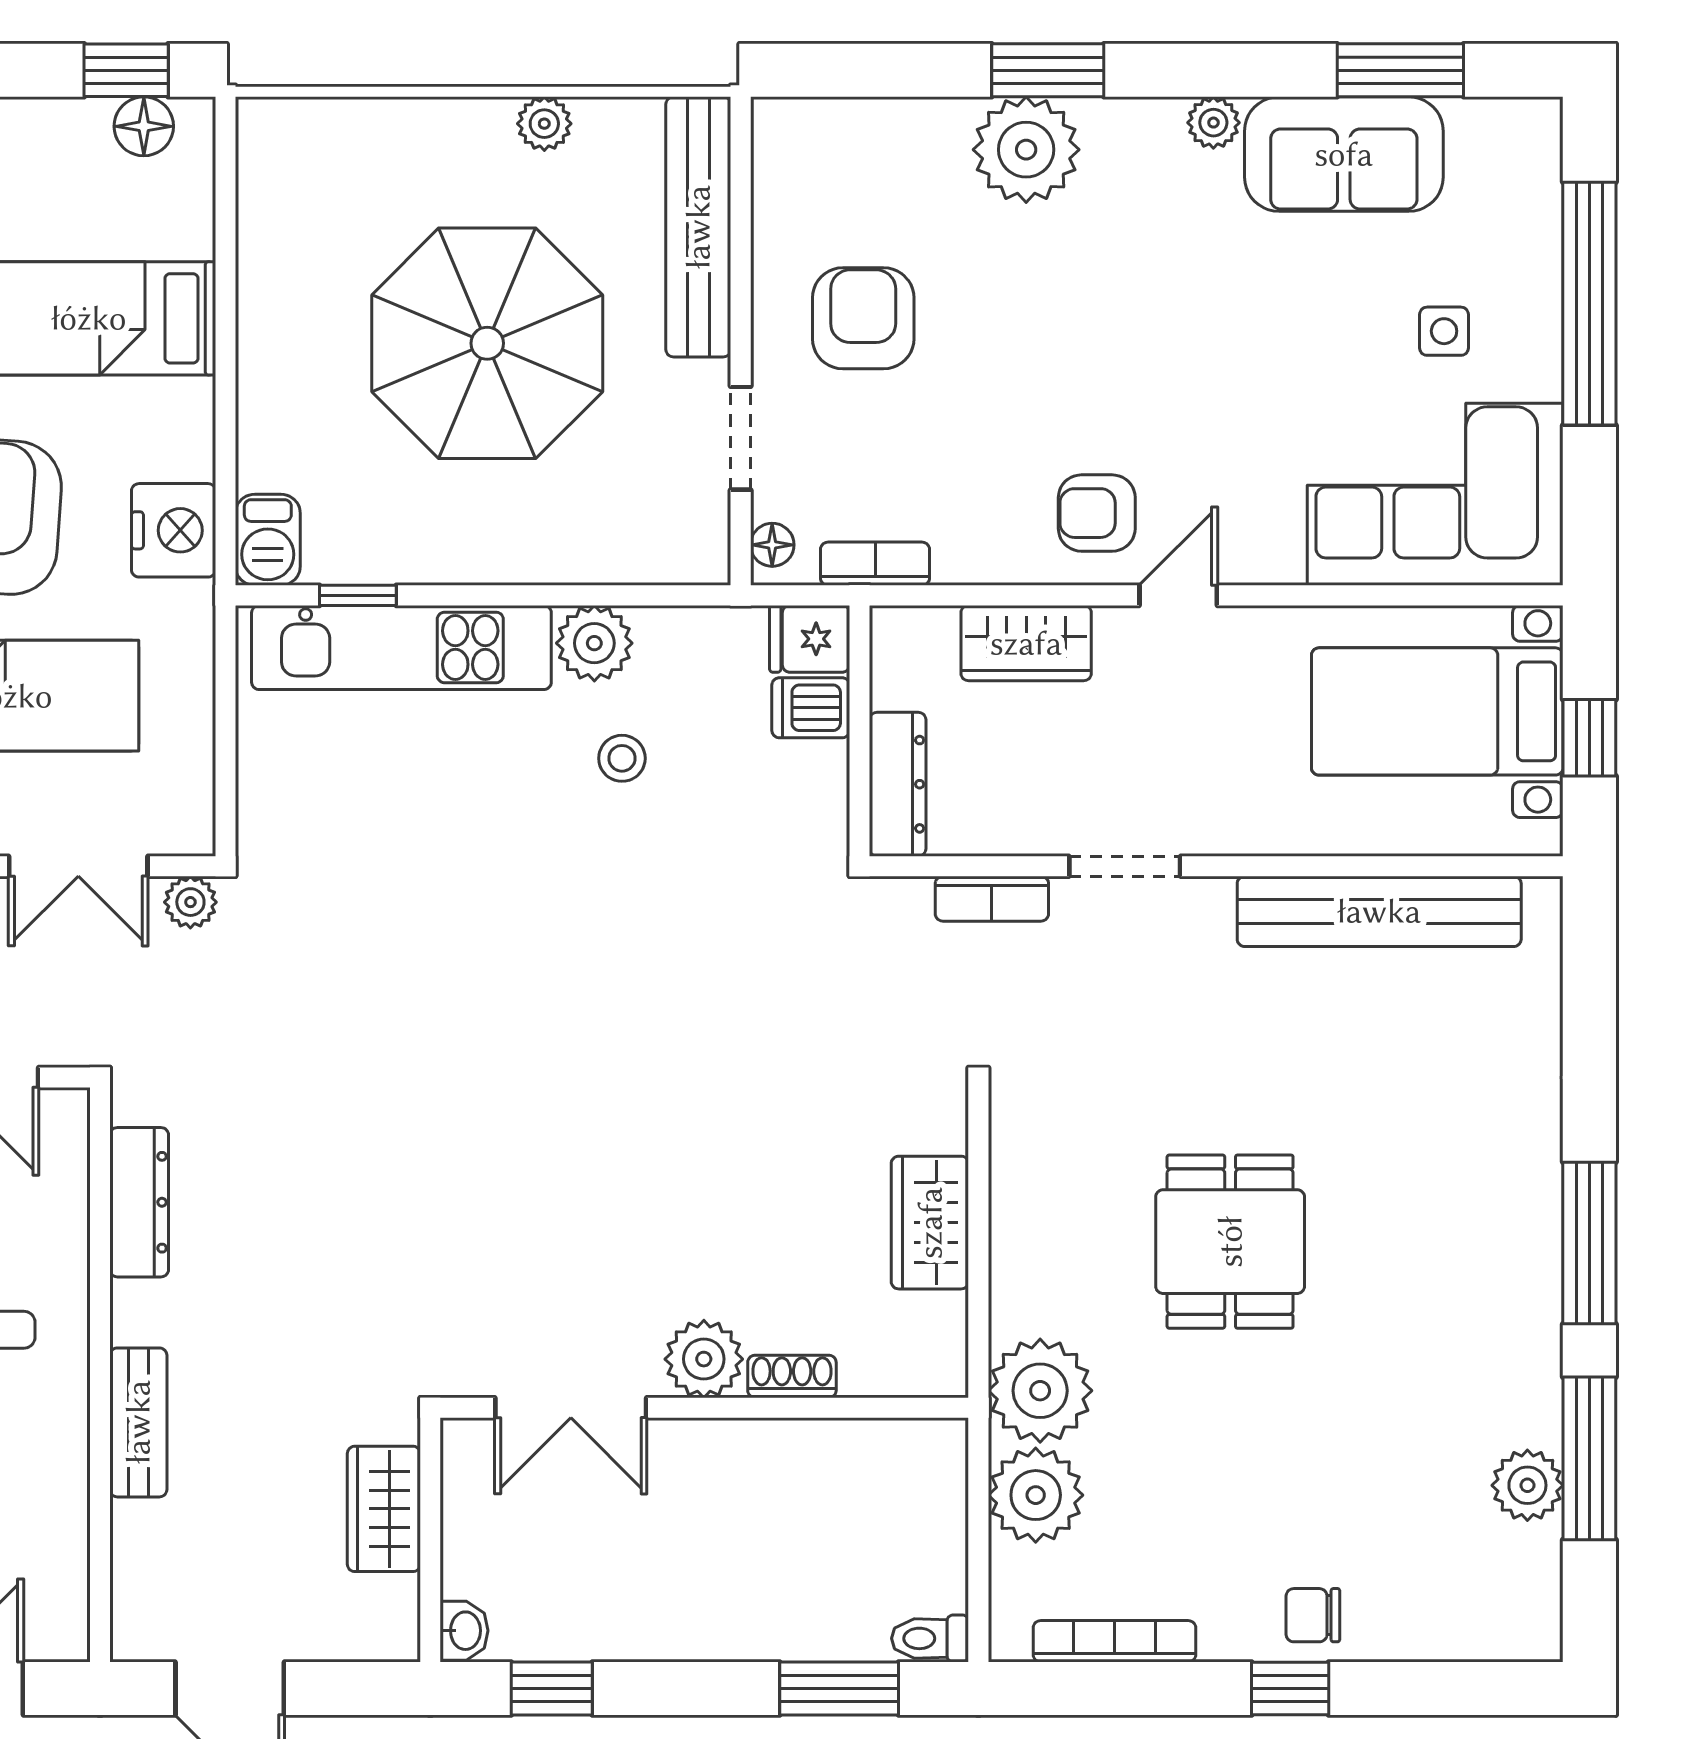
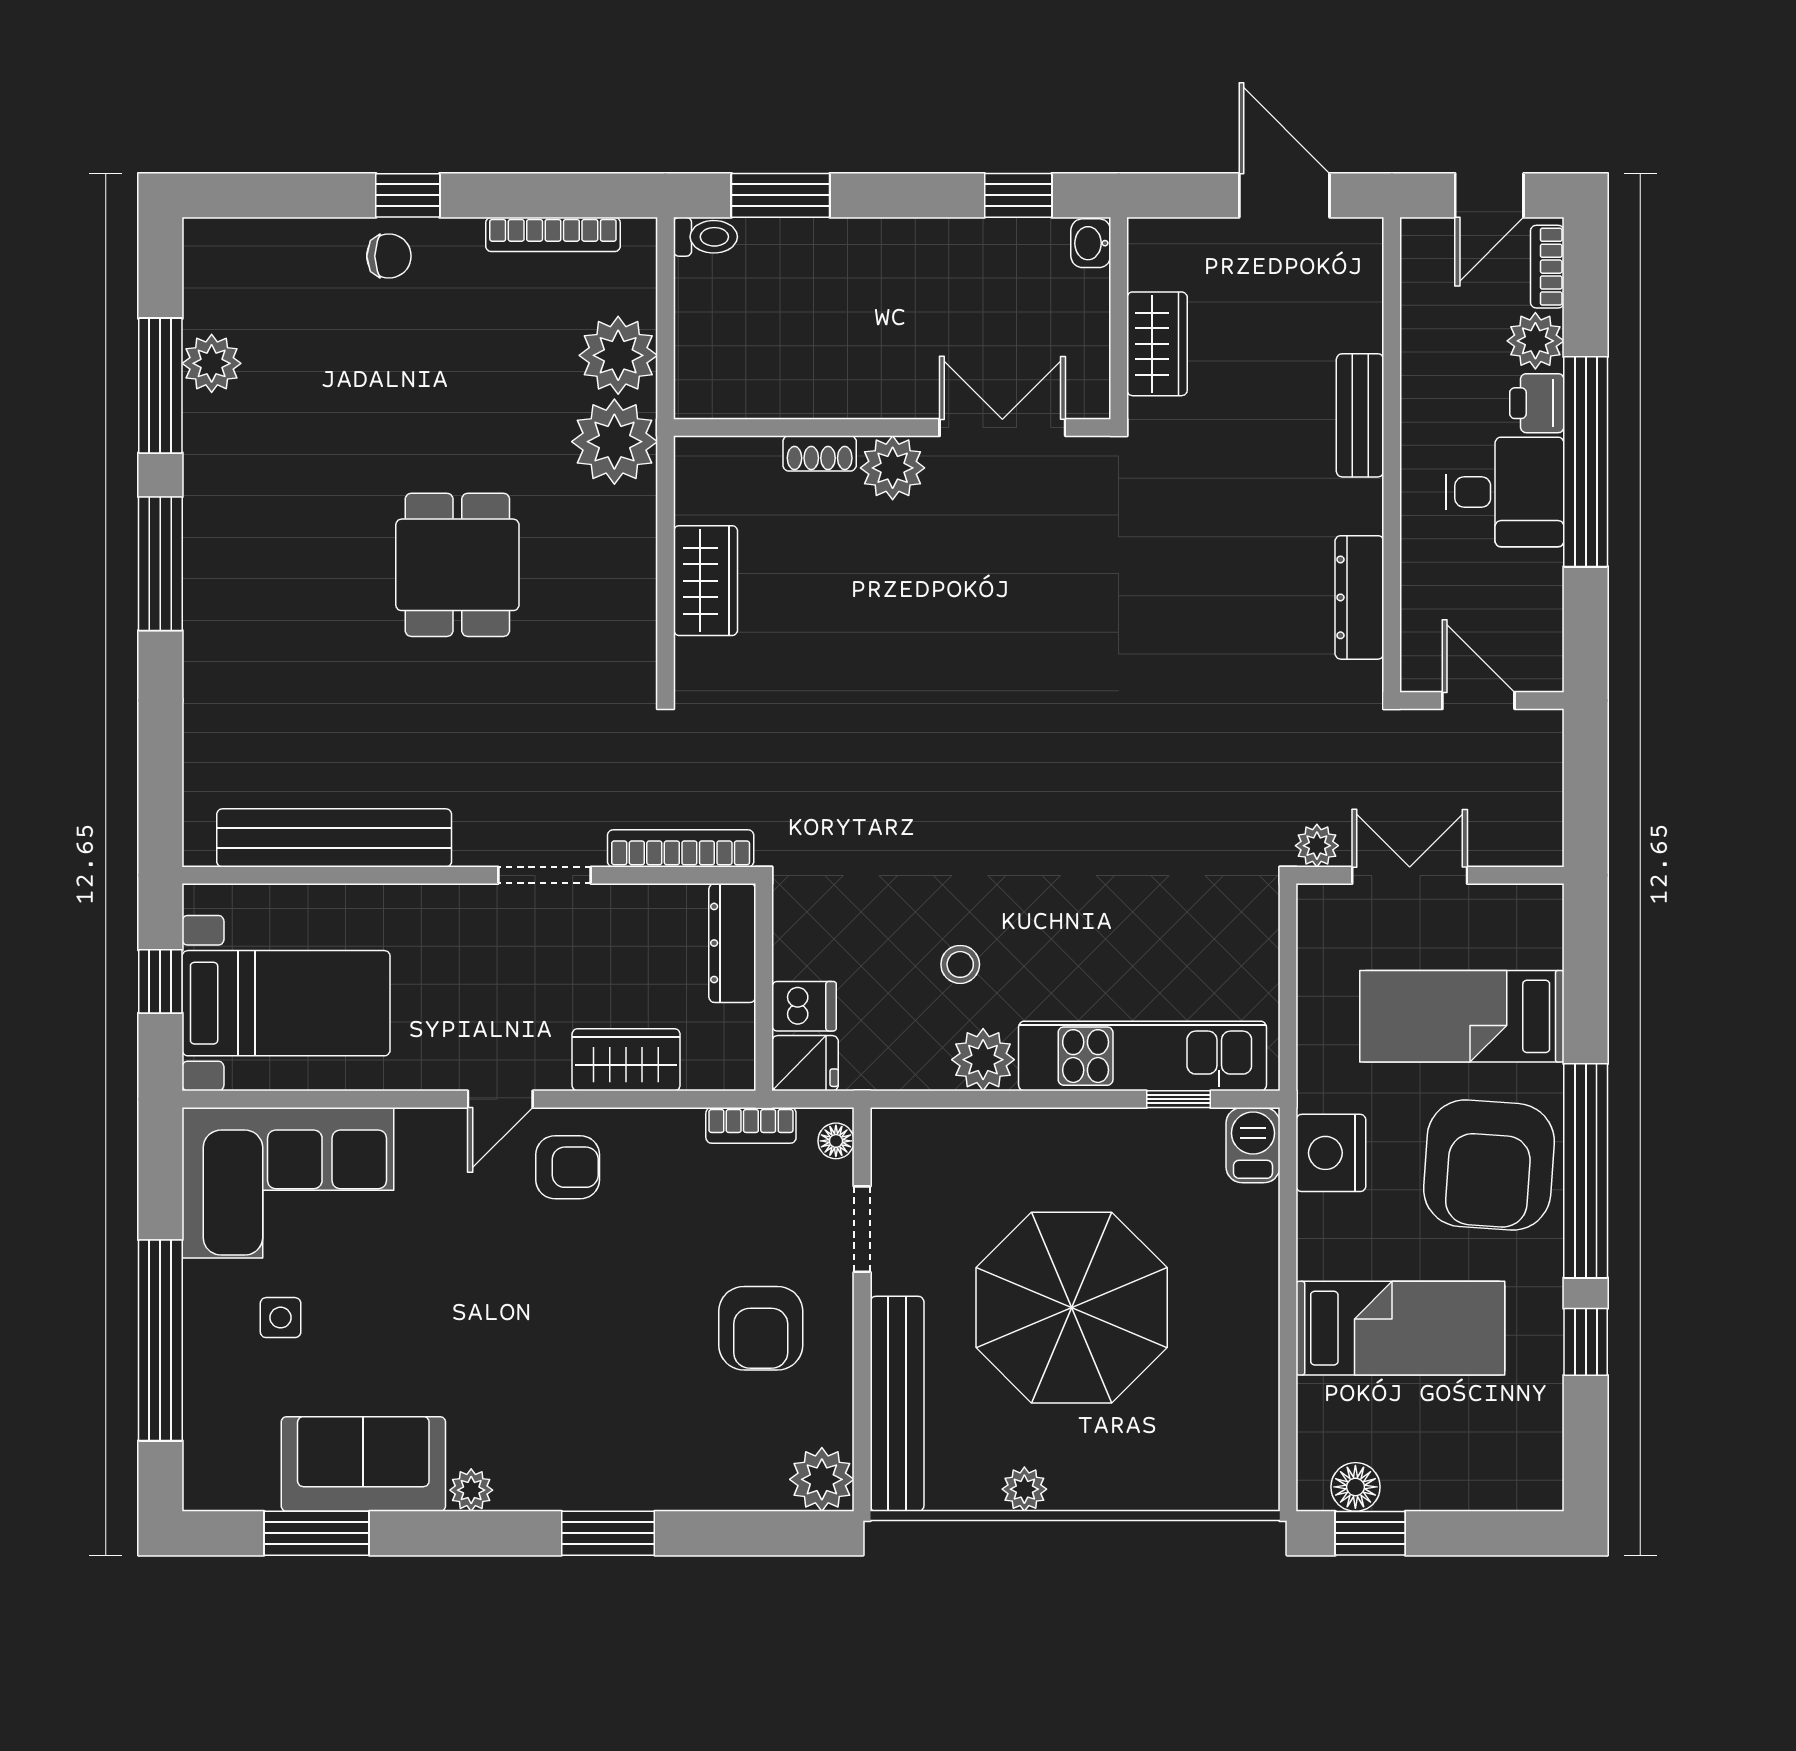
plant: (1026, 150) -> (822, 1479), moved, width x0.73, depth x0.73
bookcase: (992, 899) -> (681, 848), width x1.56

